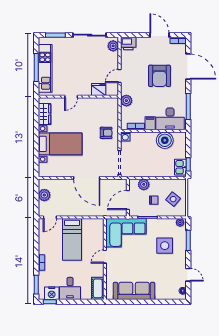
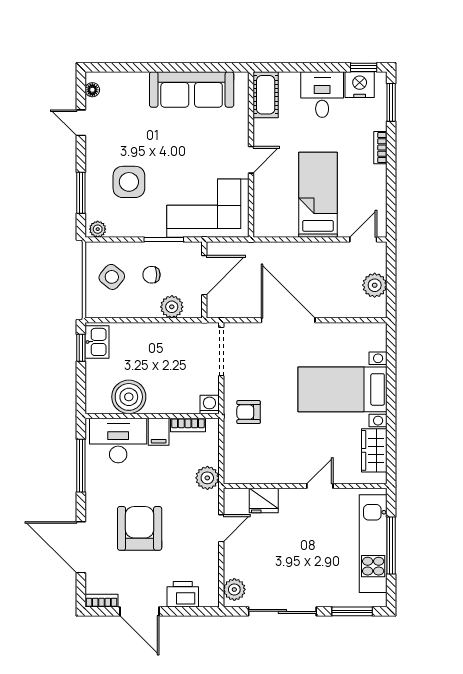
printer: (128, 44) -> (183, 594), moved

